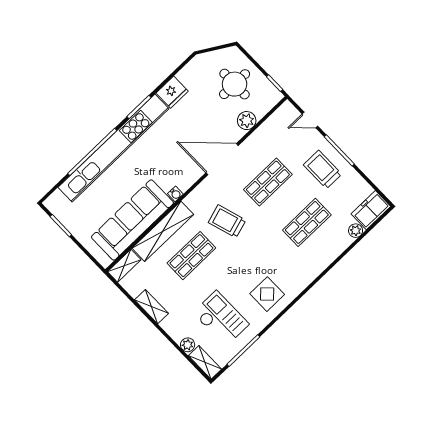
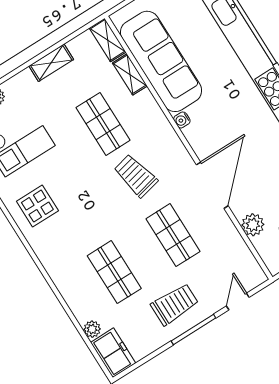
trolley: (227, 221) -> (136, 176), turned -86
shelving: (163, 231) -> (130, 74), width x0.45, depth x0.75

